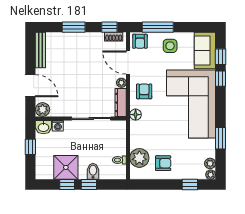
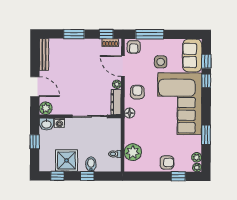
side table: (170, 46) -> (161, 62), moved
armchair: (163, 163) -> (167, 162), moved
window: (67, 185) -> (57, 176), moved

